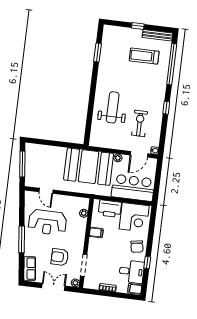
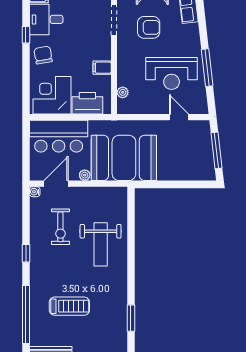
treadmill: (144, 56) -> (69, 306), moved
reception desk: (47, 222) -> (172, 73), turned 180
window: (22, 239) -> (207, 68), moved

